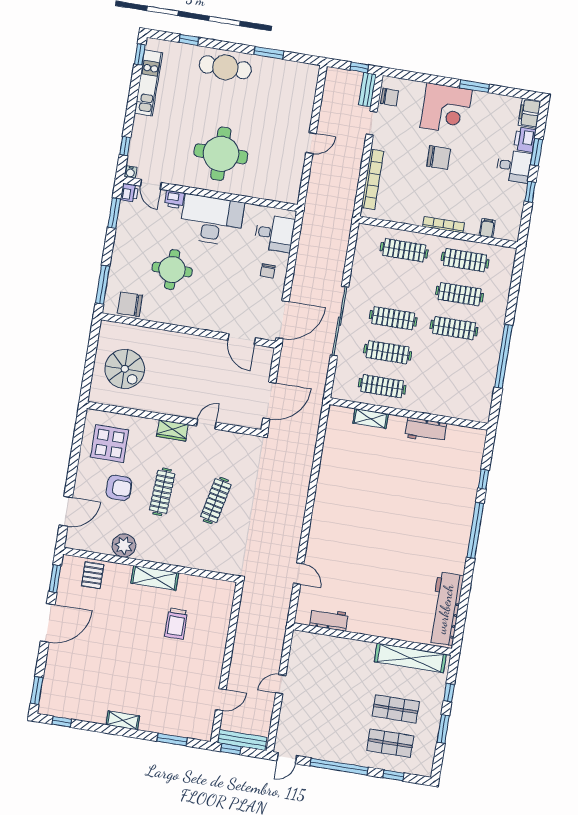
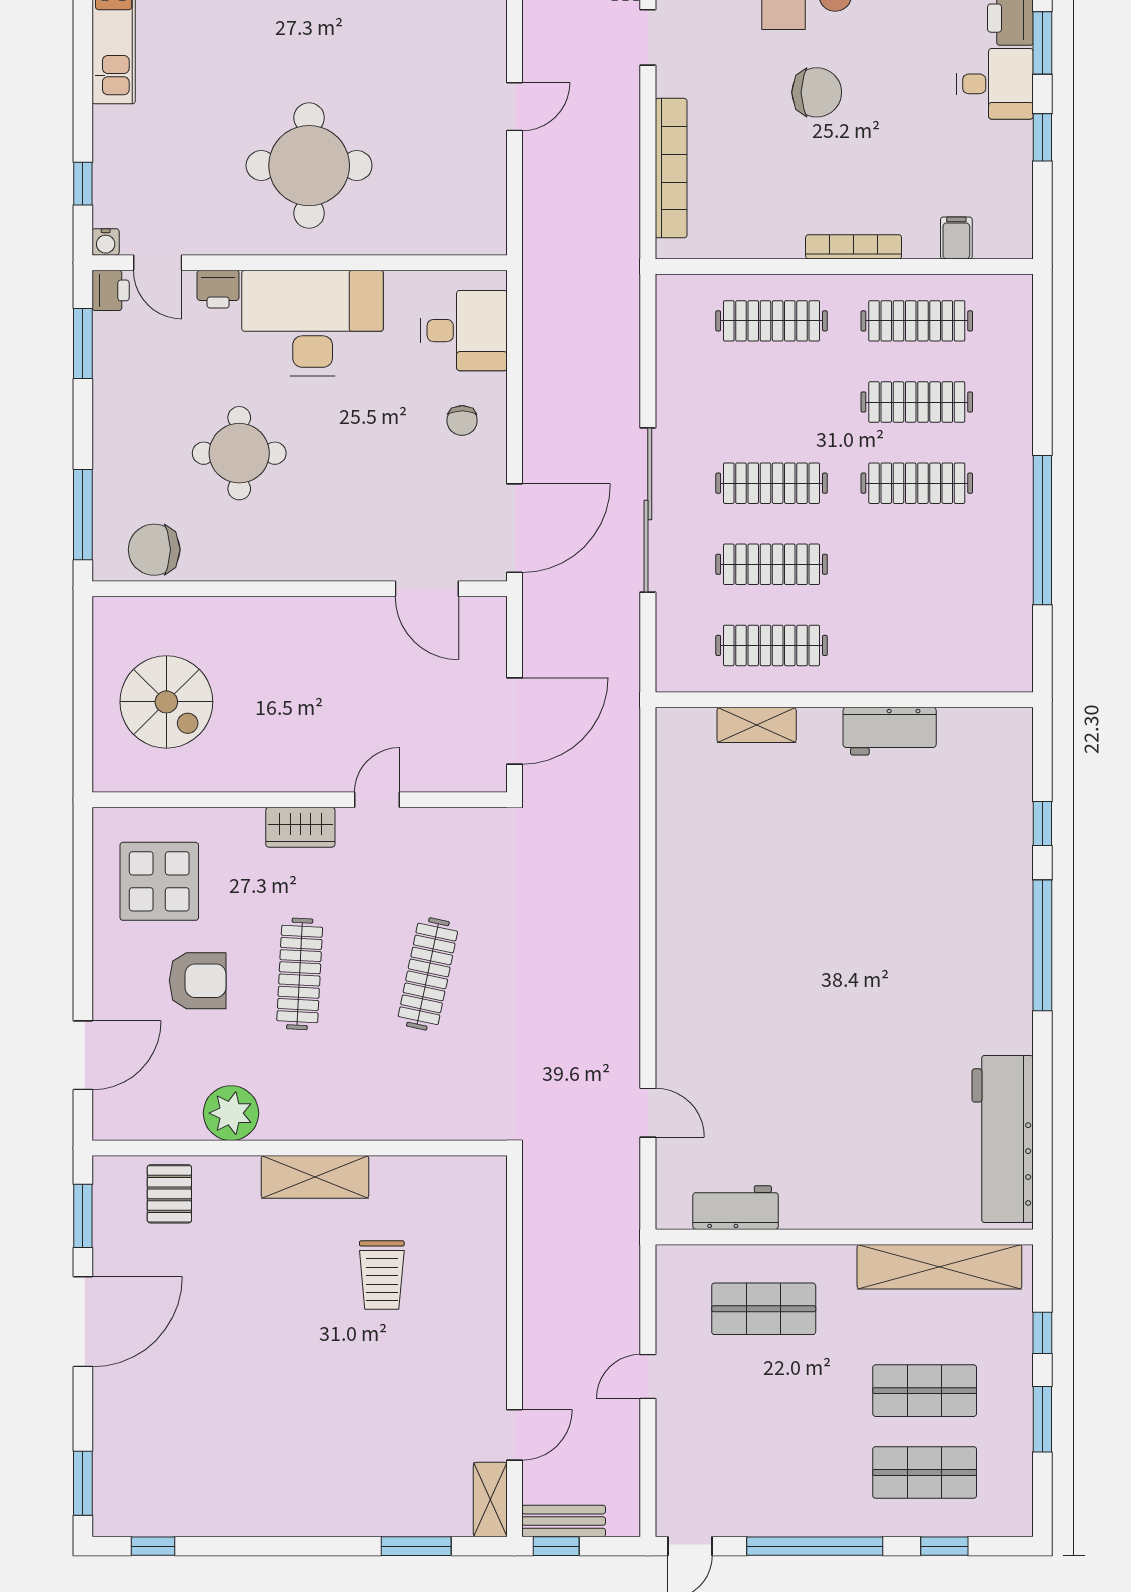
shop shelf: (334, 664) -> (764, 1309), added
shelving: (123, 720) -> (490, 1500), moved, turned 90
bench: (242, 740) -> (564, 1521), width x0.73

